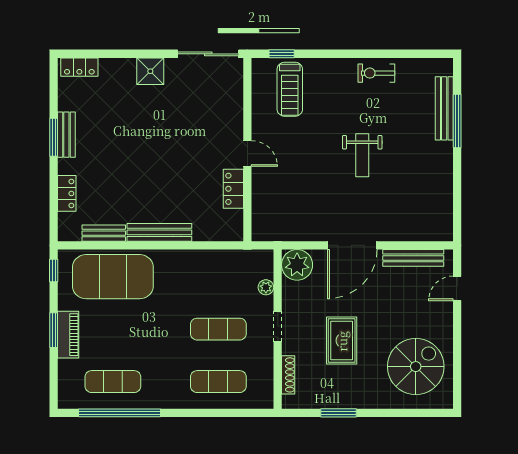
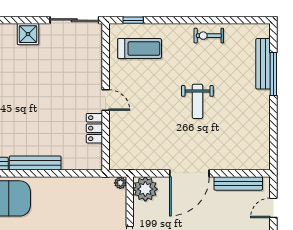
treadmill: (290, 89) -> (140, 49), turned -90
plant: (266, 287) -> (120, 183), moved

